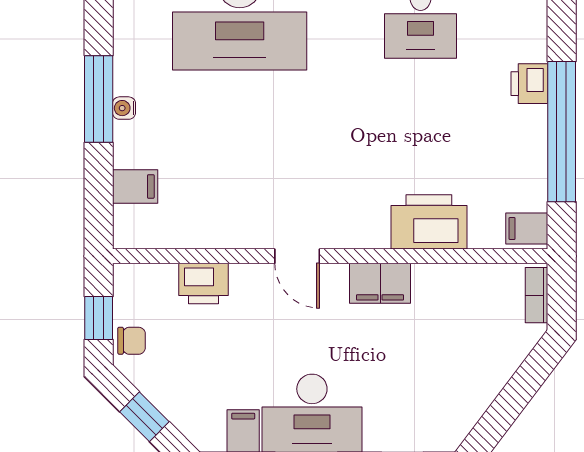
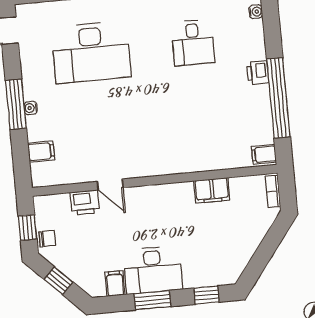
printer: (429, 222) -> (209, 156), removed
door: (297, 256) -> (110, 185), moved
filing cabinet: (380, 283) -> (212, 190), moved

